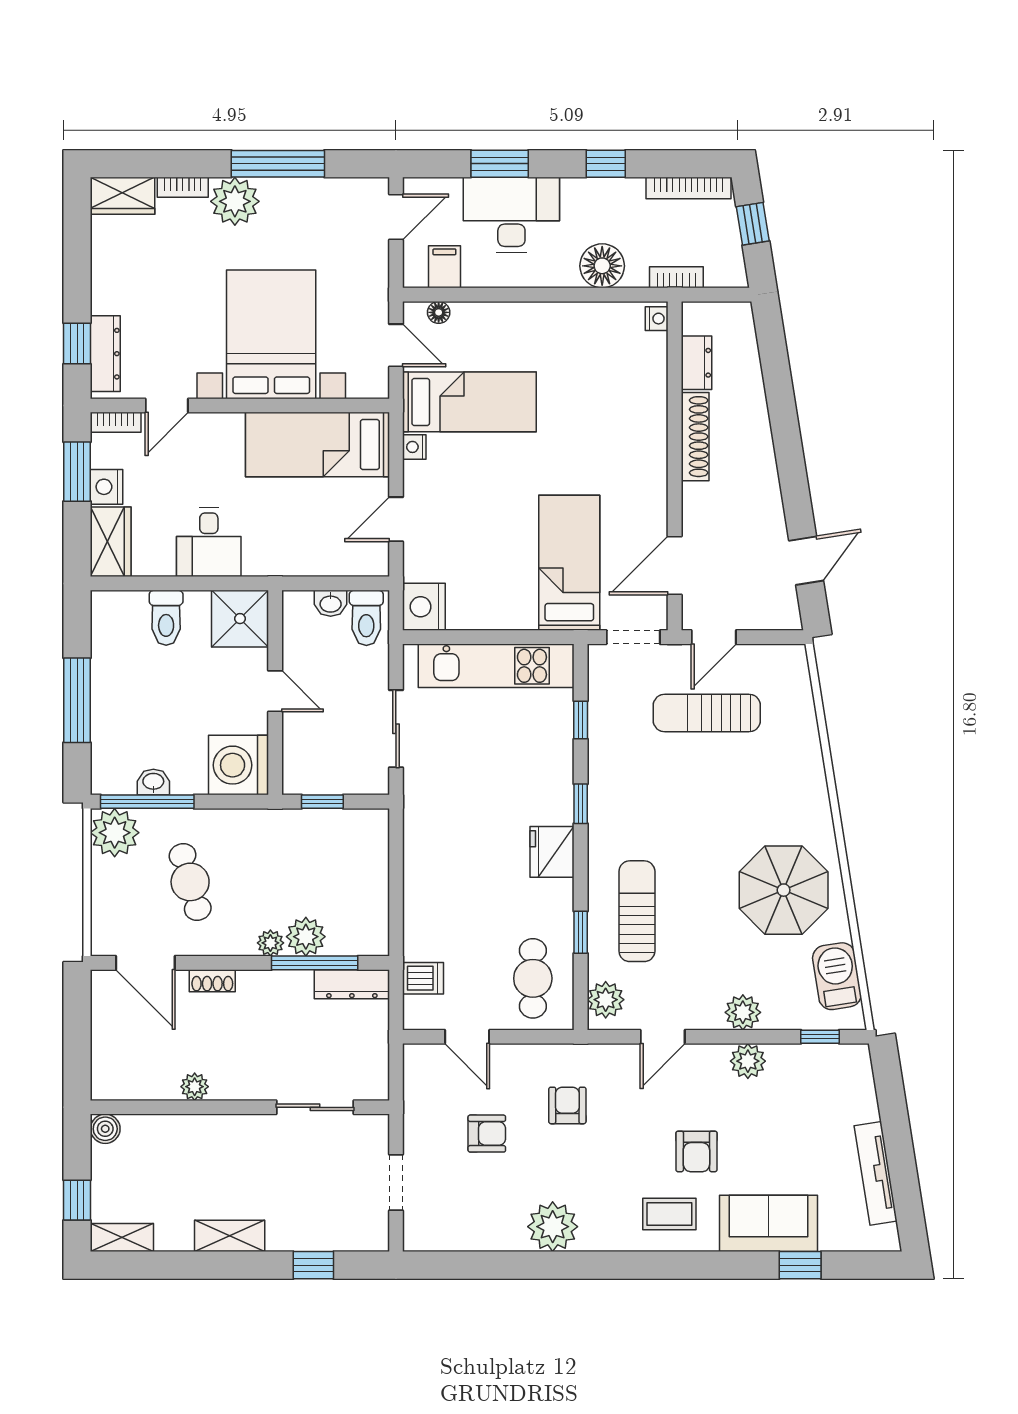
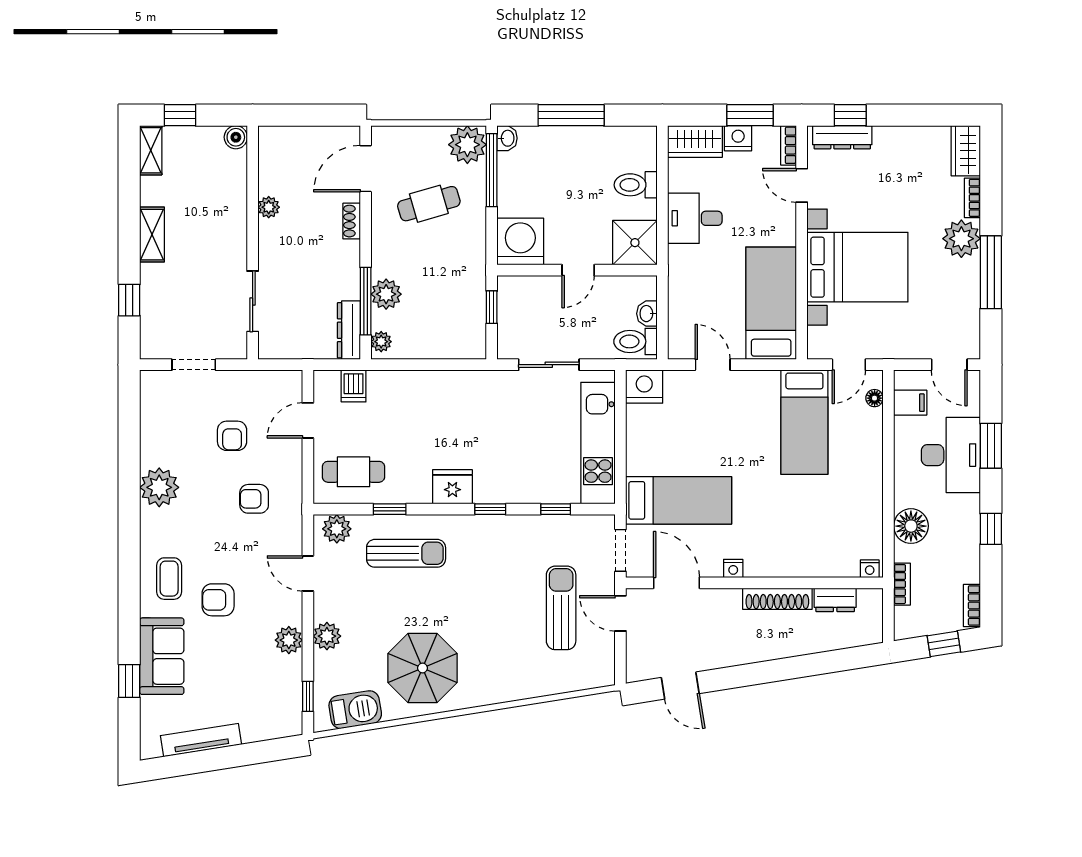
bookcase: (688, 188) -> (972, 605), width x0.64
nightstand: (414, 447) -> (733, 568), moved, turned 180
washbasin: (153, 782) -> (507, 138), moved
plant: (270, 943) -> (381, 342), moved
armchair: (567, 1105) -> (254, 499), turned 180

